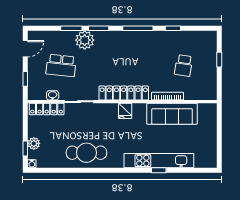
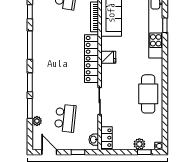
plant: (85, 40) -> (37, 121), moved, width x0.53, depth x0.53
washbasin: (53, 95) -> (94, 140), moved
locker: (47, 109) -> (107, 138), width x0.66

